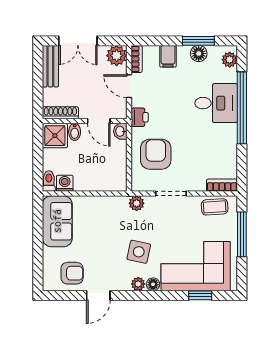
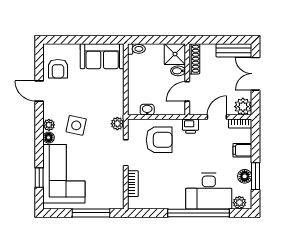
desk: (216, 103) -> (209, 191), width x1.37
washbasin: (120, 131) -> (147, 110), moved
washing machine: (65, 183) -> (135, 62), removed
bookcase: (222, 185) -> (133, 184), moved
coffee table: (215, 207) -> (114, 190), removed

